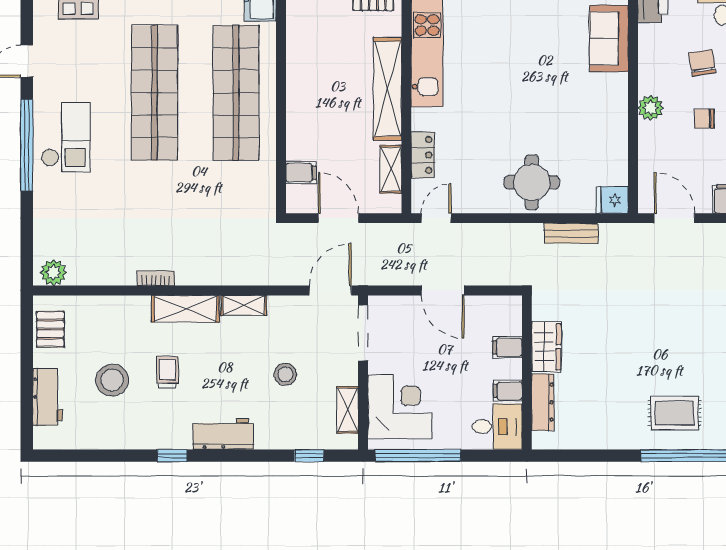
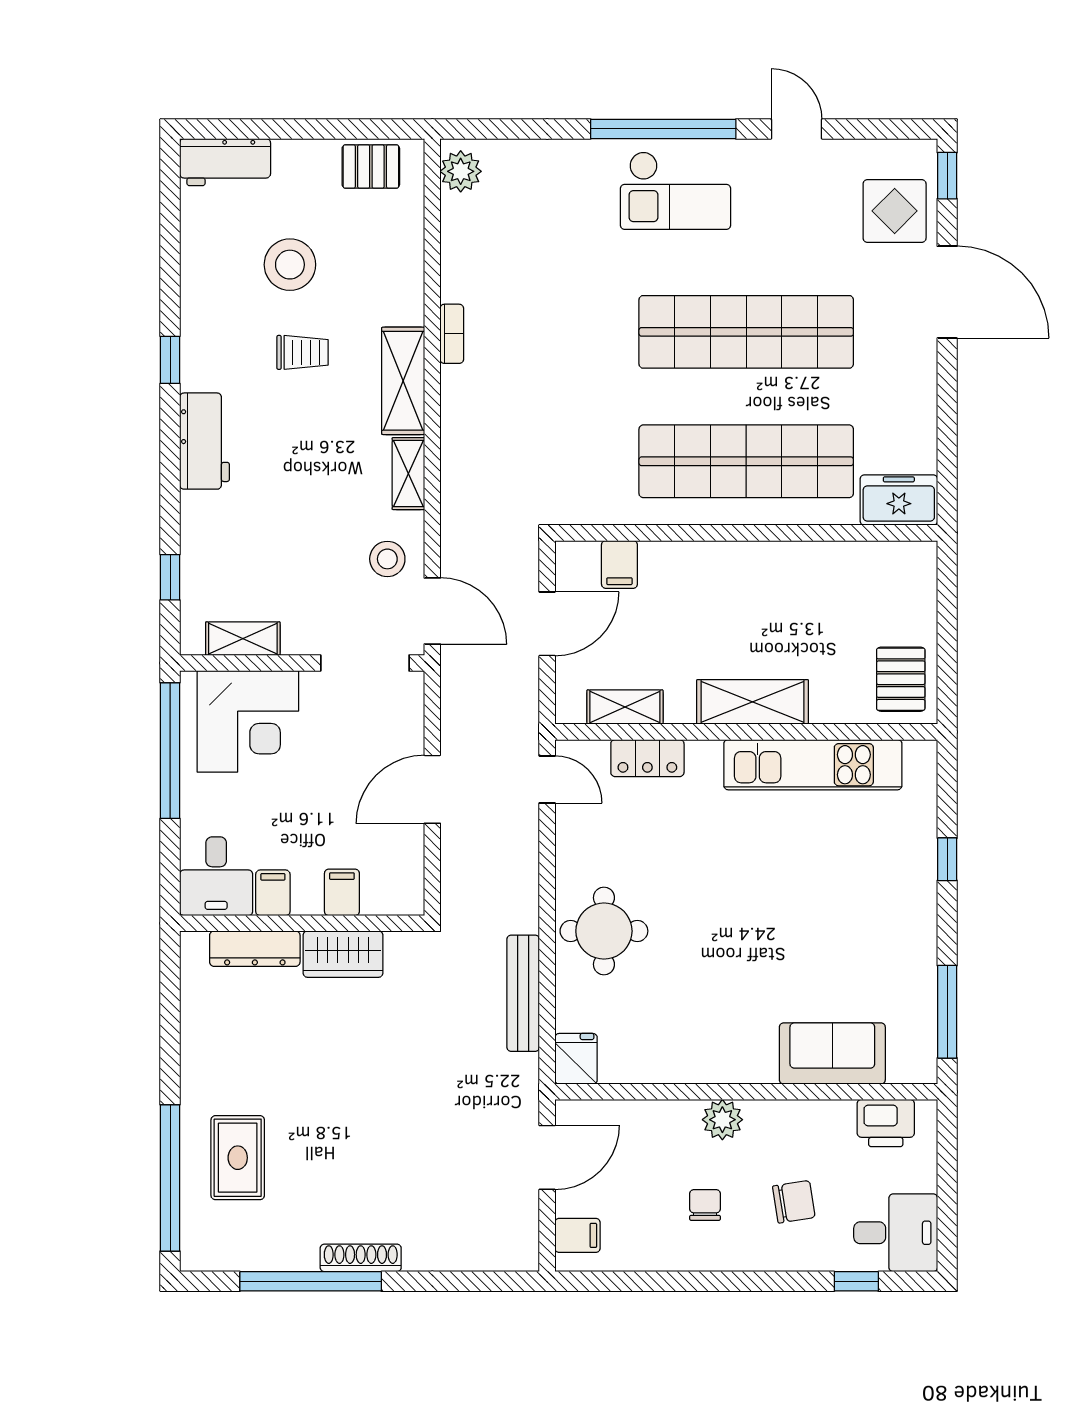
shelving: (387, 89) -> (753, 702), width x0.68
bench: (571, 233) -> (523, 993), width x1.36
stool: (285, 374) -> (387, 559), moved
workbench: (48, 397) -> (225, 162), moved

